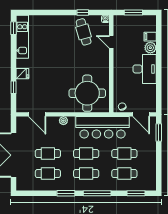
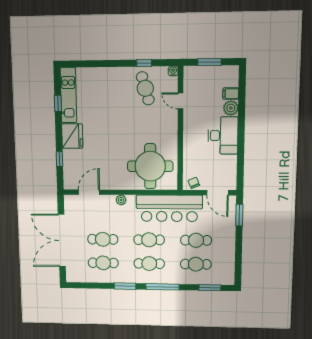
window: (14, 28) -> (58, 103), moved
fridge: (22, 74) -> (72, 136), width x1.88, depth x1.34
door: (37, 114) -> (89, 192), swing flipped

